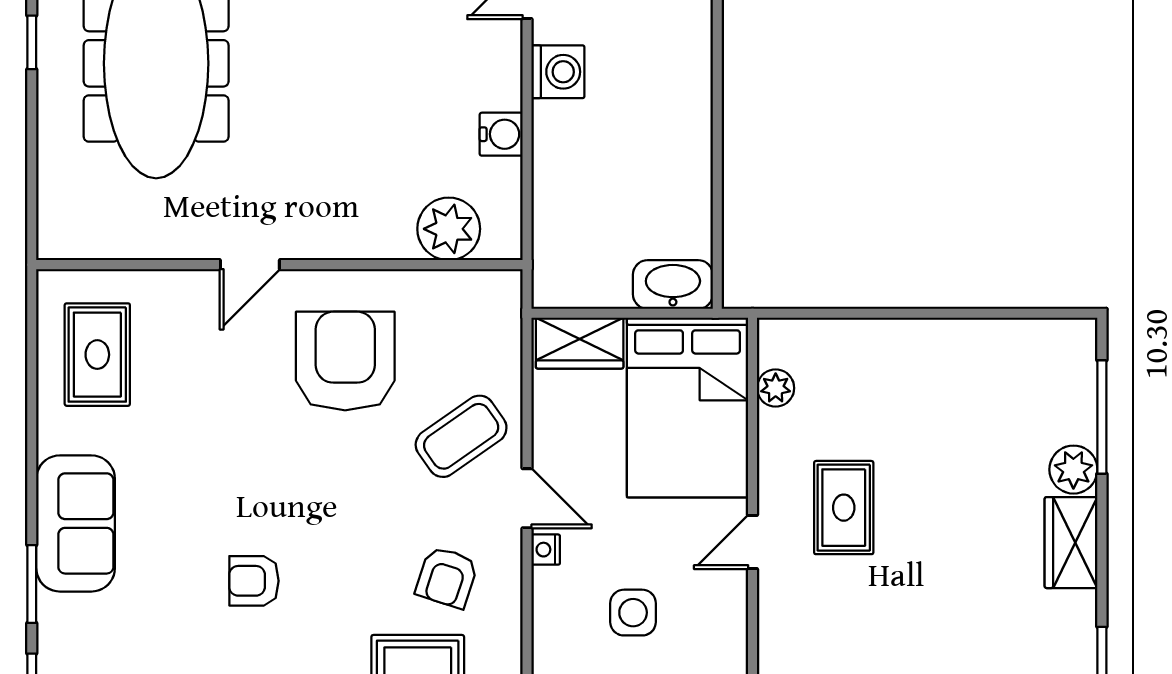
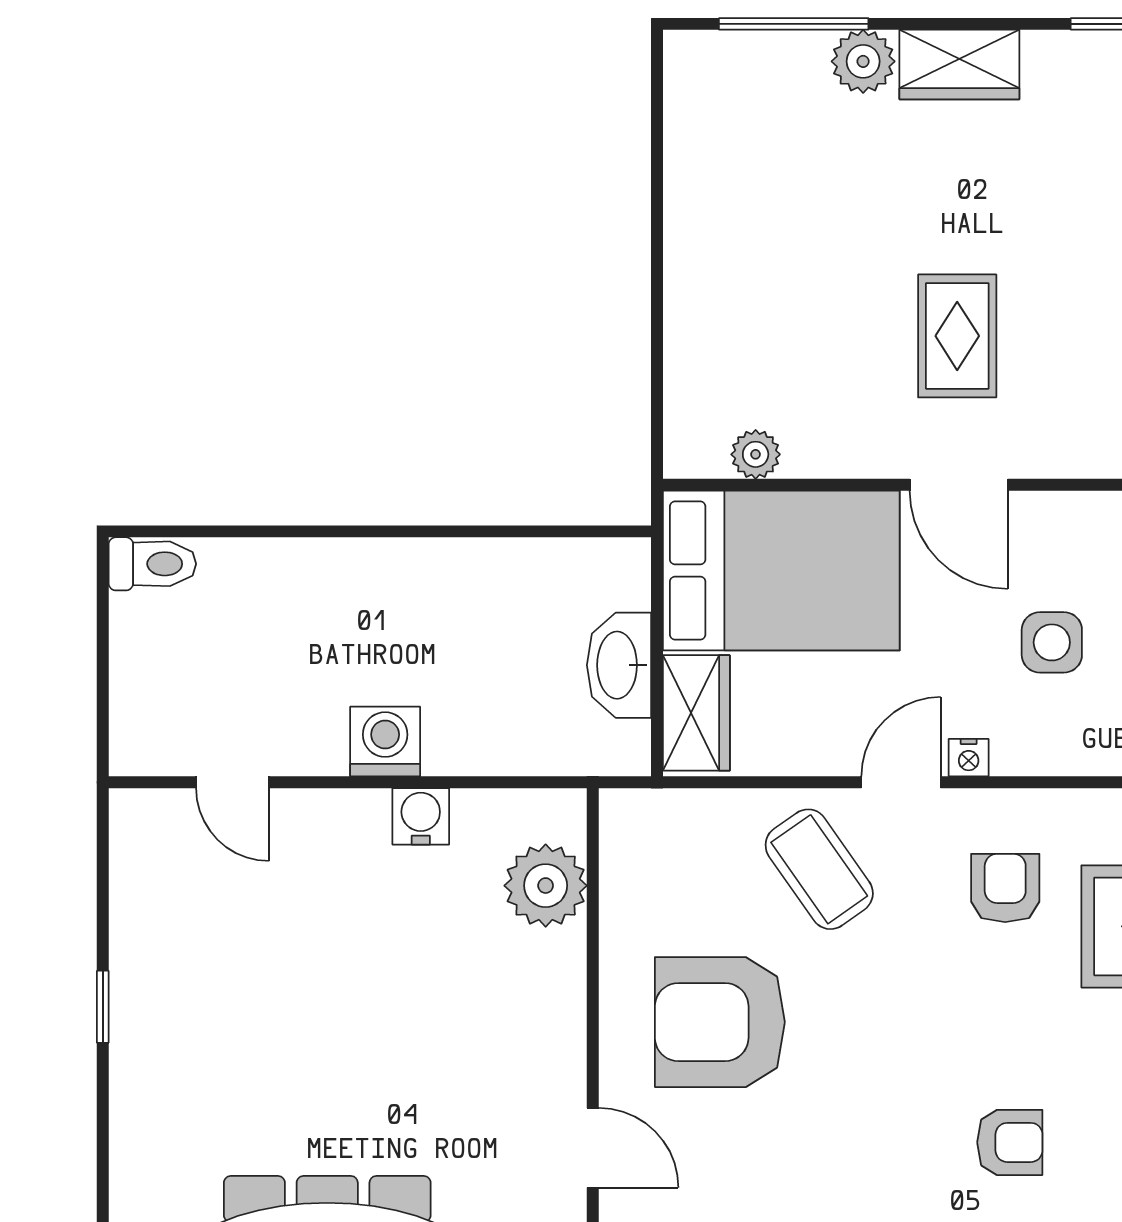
washing machine: (558, 72) -> (385, 741), moved
washbasin: (673, 284) -> (619, 665), moved
rug: (844, 508) -> (957, 336), moved, turned 90
door: (753, 542) -> (959, 485), width x1.38
armchair: (447, 577) -> (1005, 888), turned -108
armchair: (254, 581) -> (1010, 1142), turned -90

